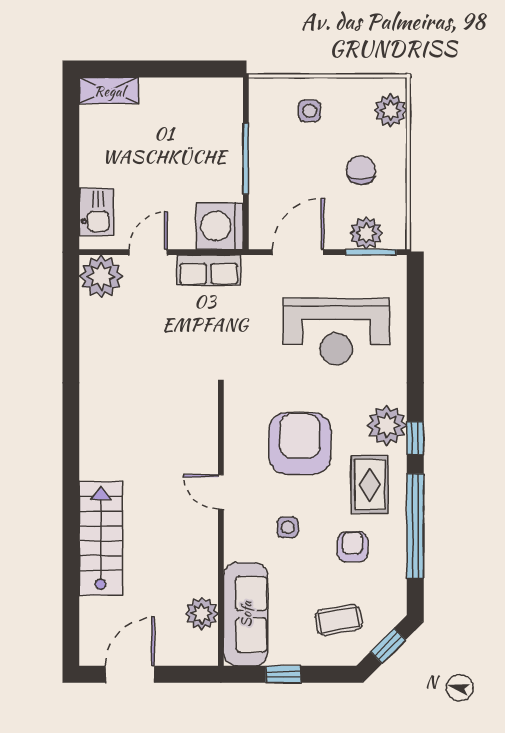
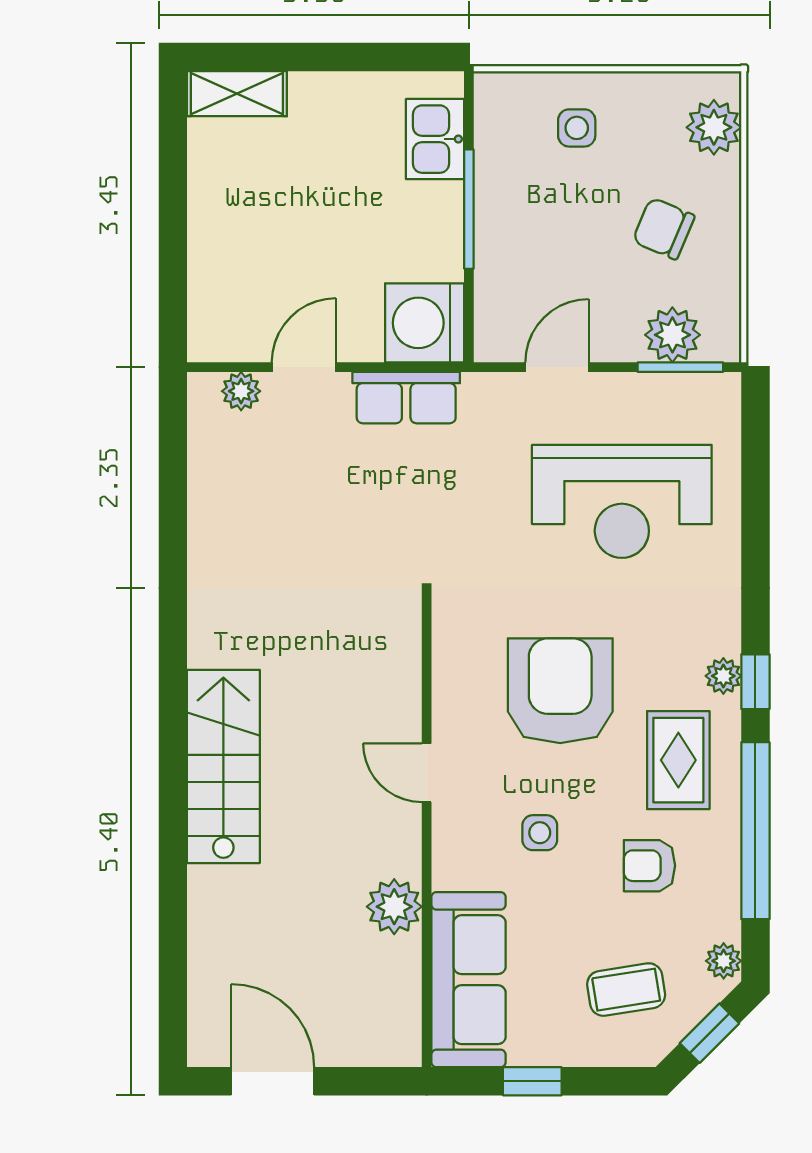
chair: (361, 170) -> (664, 228), turned -67
kitchen sink: (96, 212) -> (435, 139), moved, turned 180
door: (298, 252) -> (557, 367), width x0.73
plant: (101, 276) -> (241, 391), width x0.53, depth x0.53
plant: (387, 425) -> (723, 676), width x0.53, depth x0.53
stairs: (101, 539) -> (223, 766), moved
armchair: (353, 547) -> (649, 866), turned -90
plant: (396, 603) -> (724, 961), added
plant: (202, 614) -> (394, 907), moved
door: (130, 674) -> (273, 1081), hinge flipped

